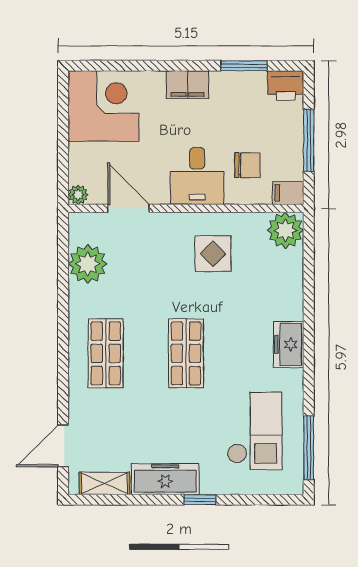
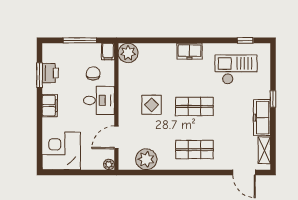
printer: (286, 86) -> (50, 73), moved
display table: (213, 254) -> (151, 105), moved
window: (309, 448) -> (245, 40), width x0.46

